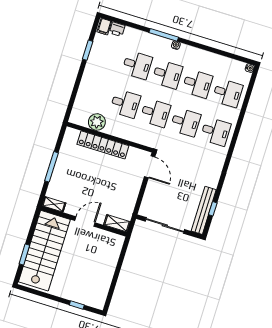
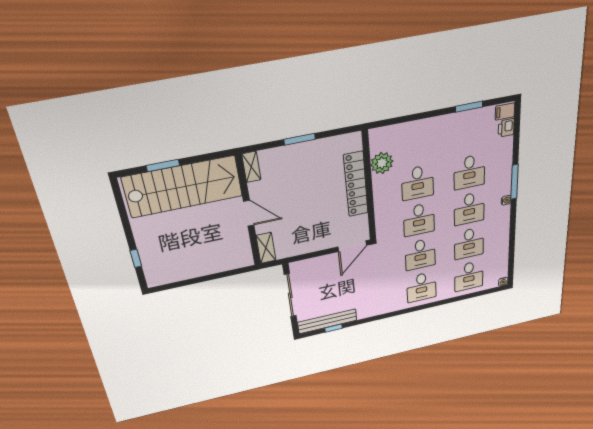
window: (52, 167) -> (300, 139), width x0.69

